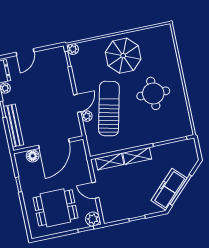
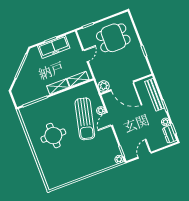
door: (25, 52) -> (145, 155), moved
parasol: (123, 56) -> (81, 160), removed
door: (54, 144) -> (122, 86), swing flipped
floor lamp: (33, 156) -> (137, 74), removed
freezer: (169, 189) -> (54, 47), moved, turned 45
door: (95, 190) -> (85, 56), hinge flipped
plant: (93, 219) -> (104, 86), moved

